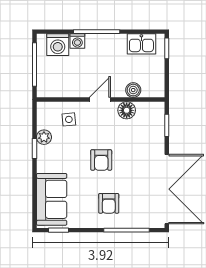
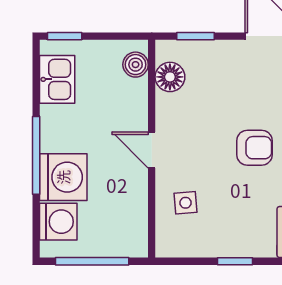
washing machine: (77, 41) -> (63, 177), width x1.89, depth x1.89
boiler: (133, 90) -> (136, 65), moved
floor lamp: (127, 110) -> (170, 77), moved
plant: (44, 137) -> (216, 245), removed

